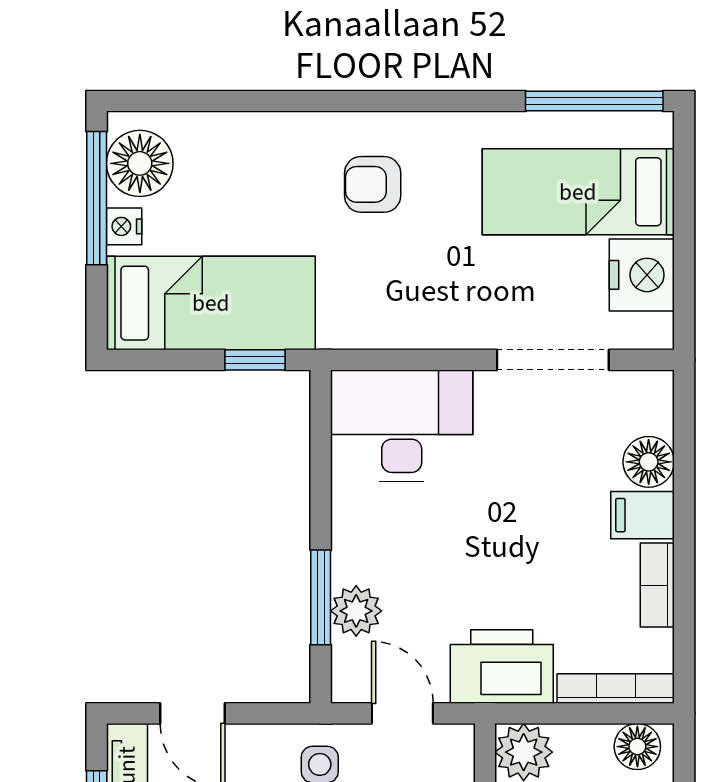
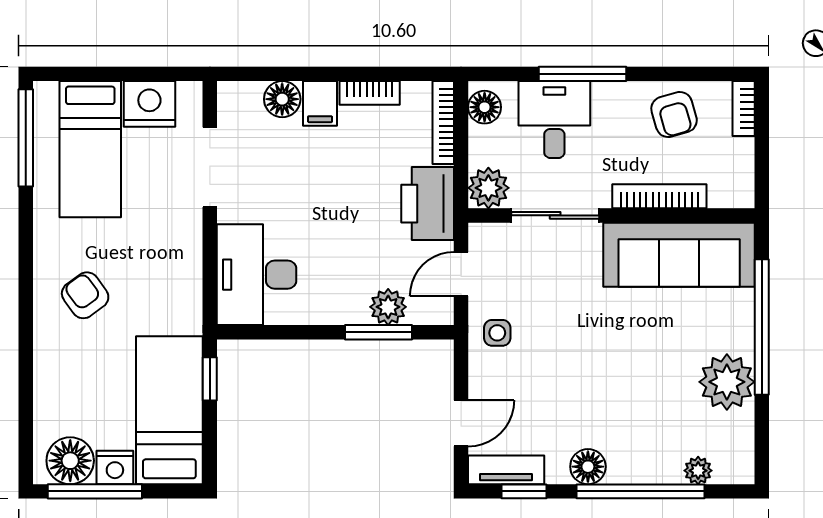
armchair: (373, 184) -> (85, 295), turned 144
nightstand: (124, 226) -> (115, 467), width x1.39, depth x1.35

